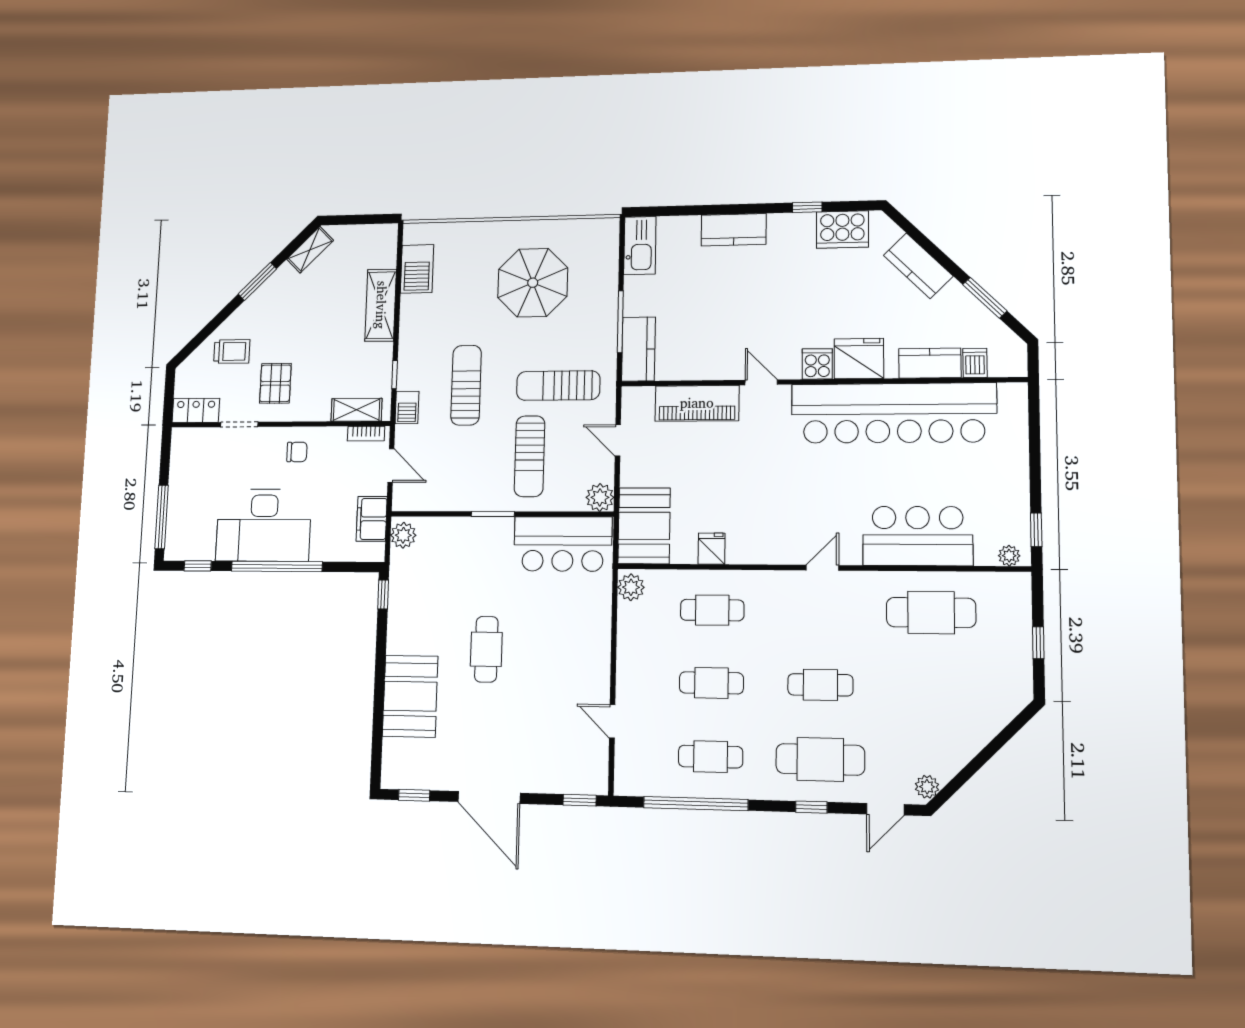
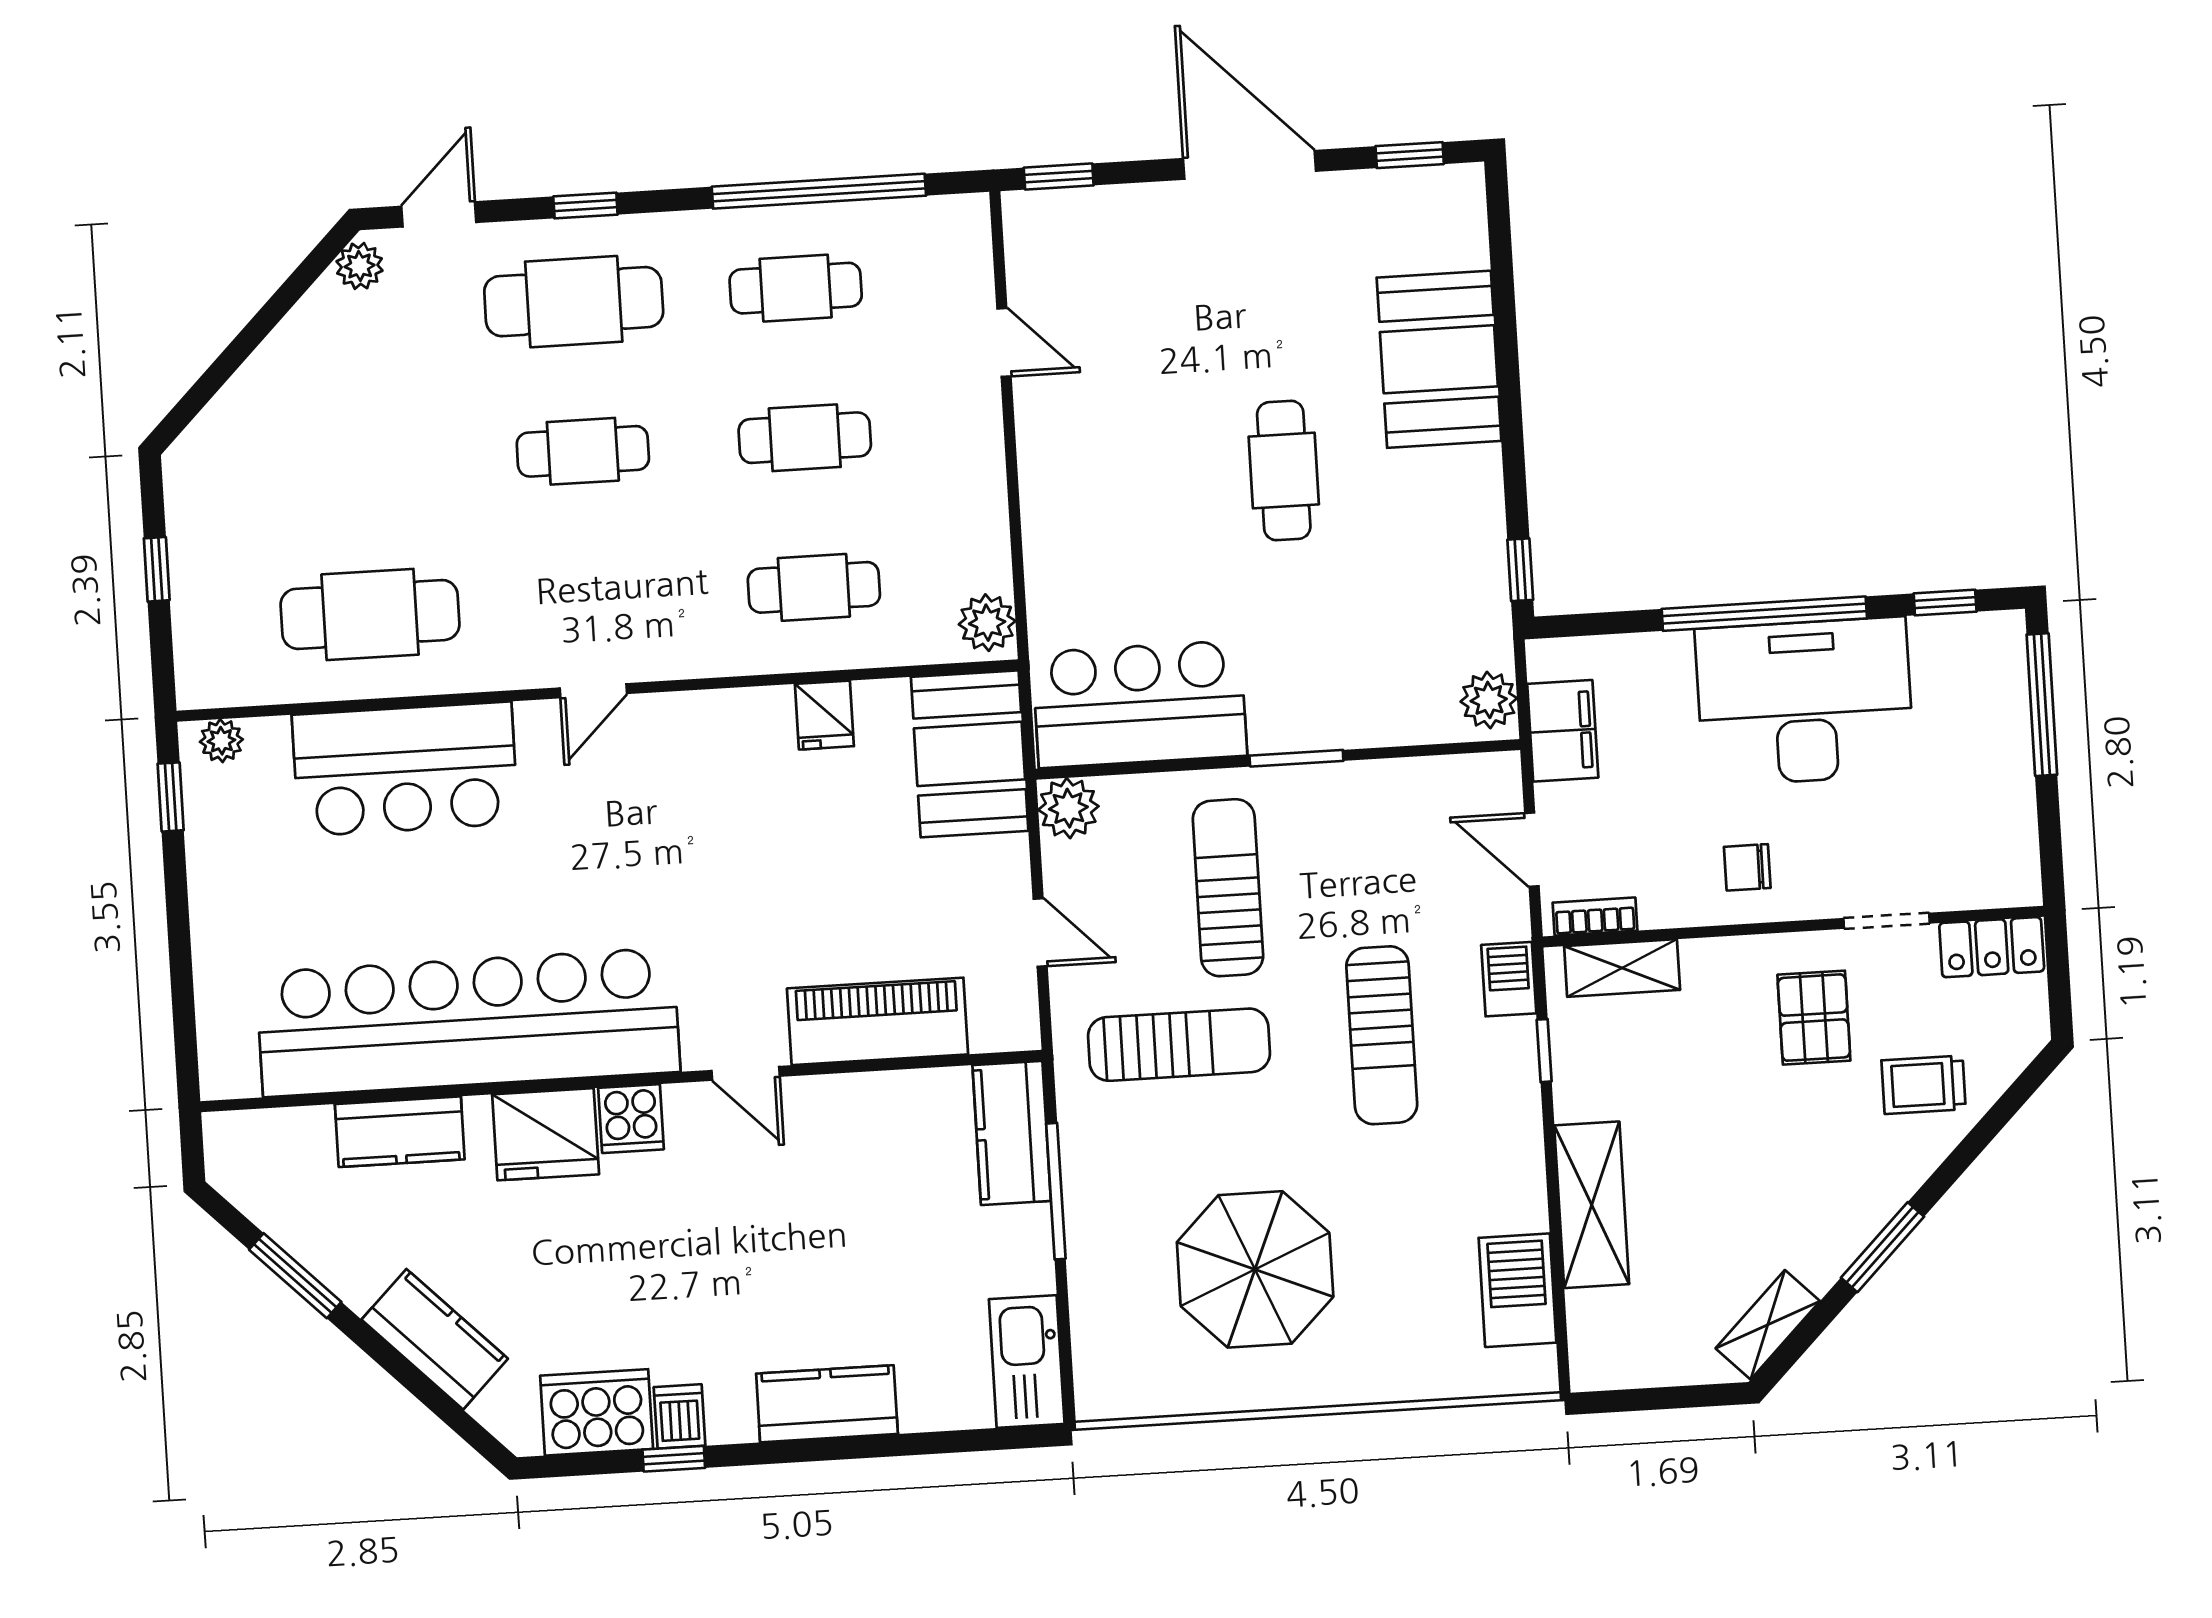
dishwasher: (975, 363) -> (680, 1416), moved, turned 180

